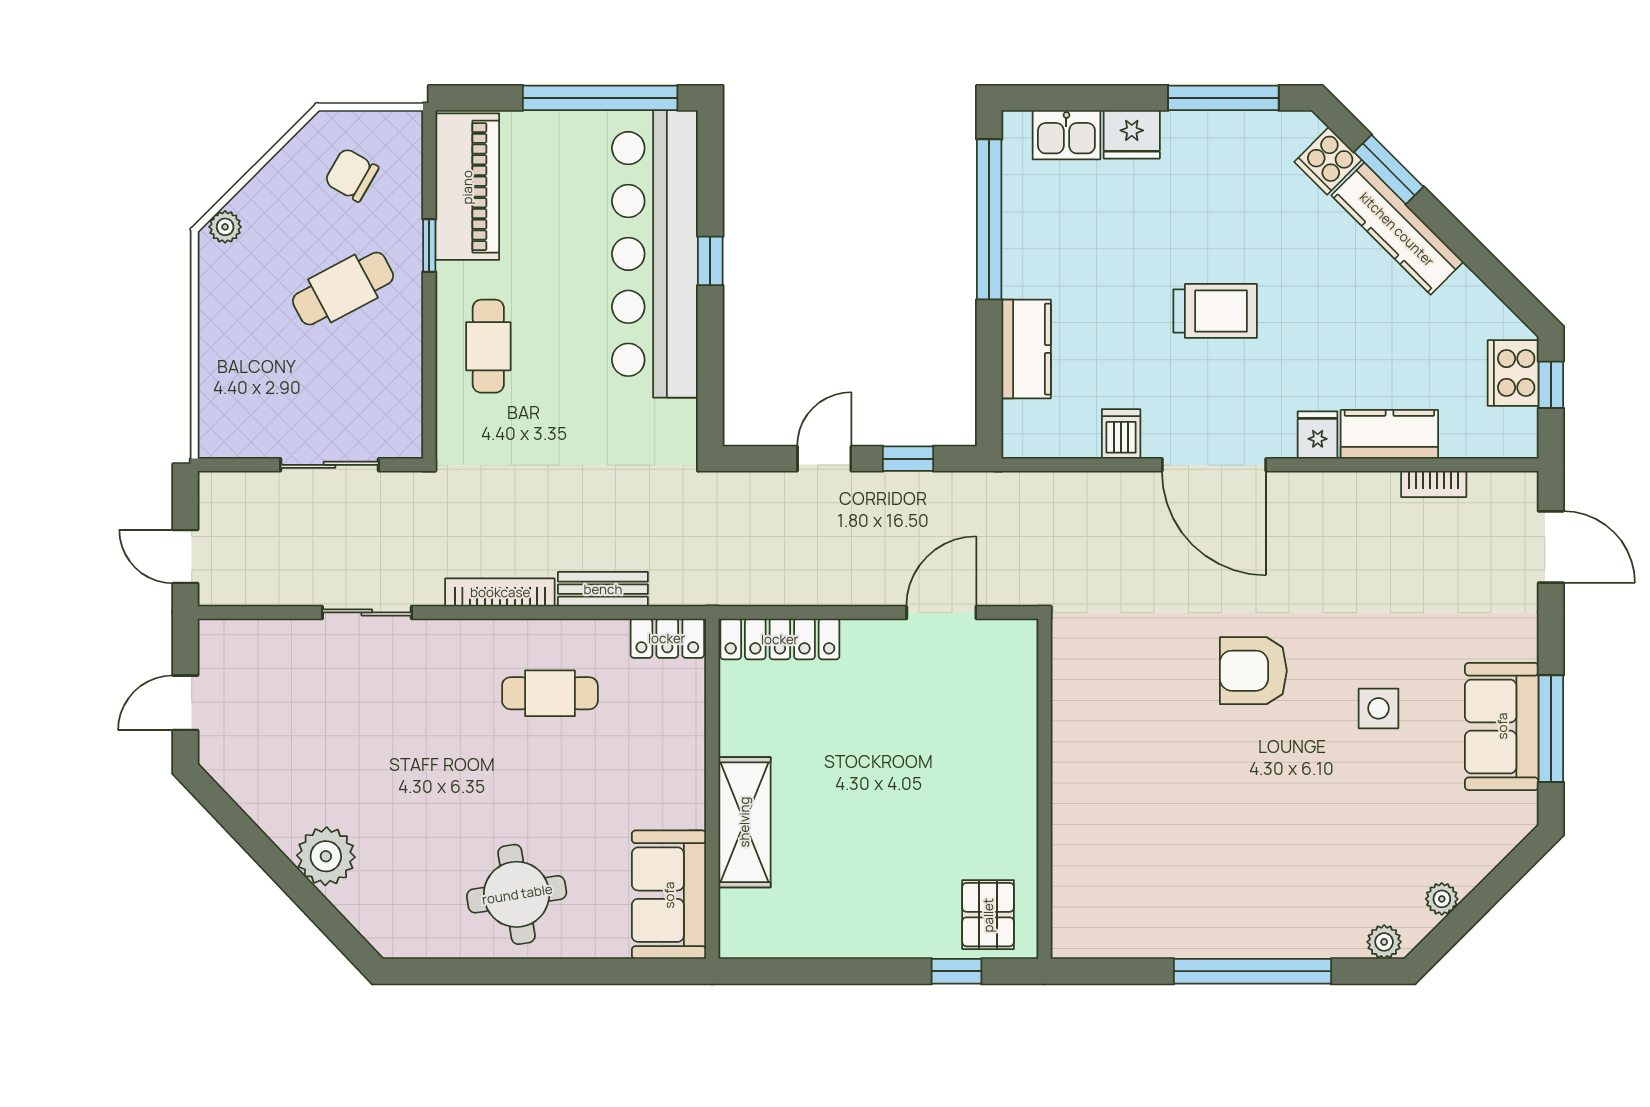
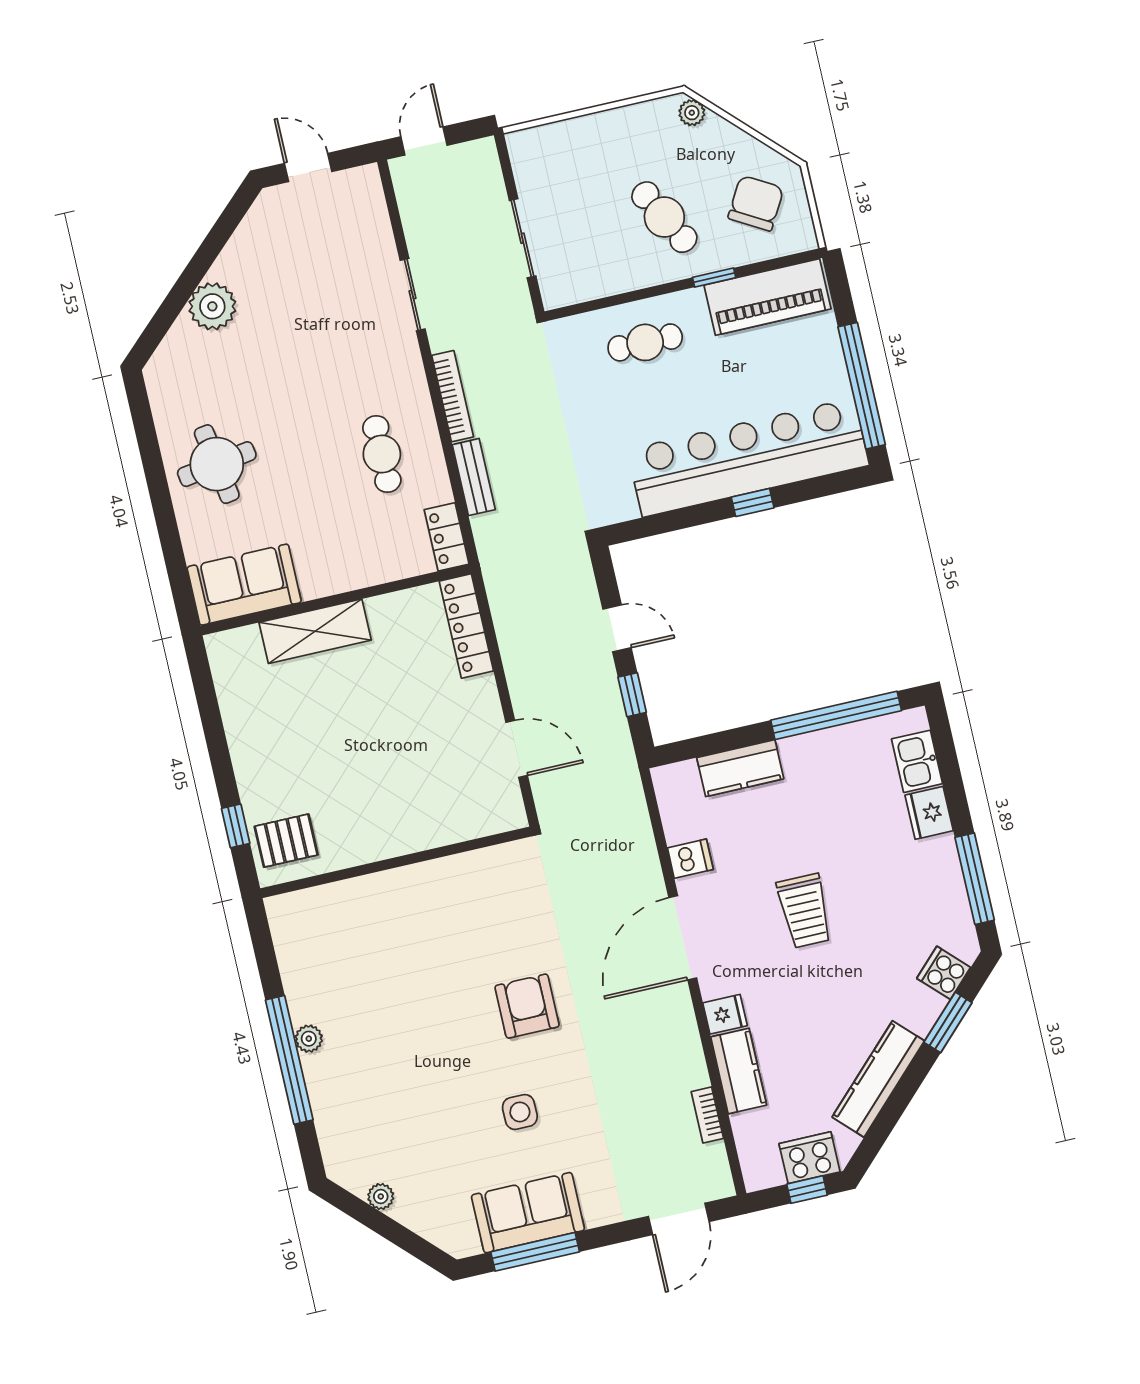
chair: (351, 175) -> (756, 203), width x1.37, depth x1.37
kitchen counter: (1397, 229) -> (878, 1079), moved
plant: (1384, 942) -> (309, 1039), moved

